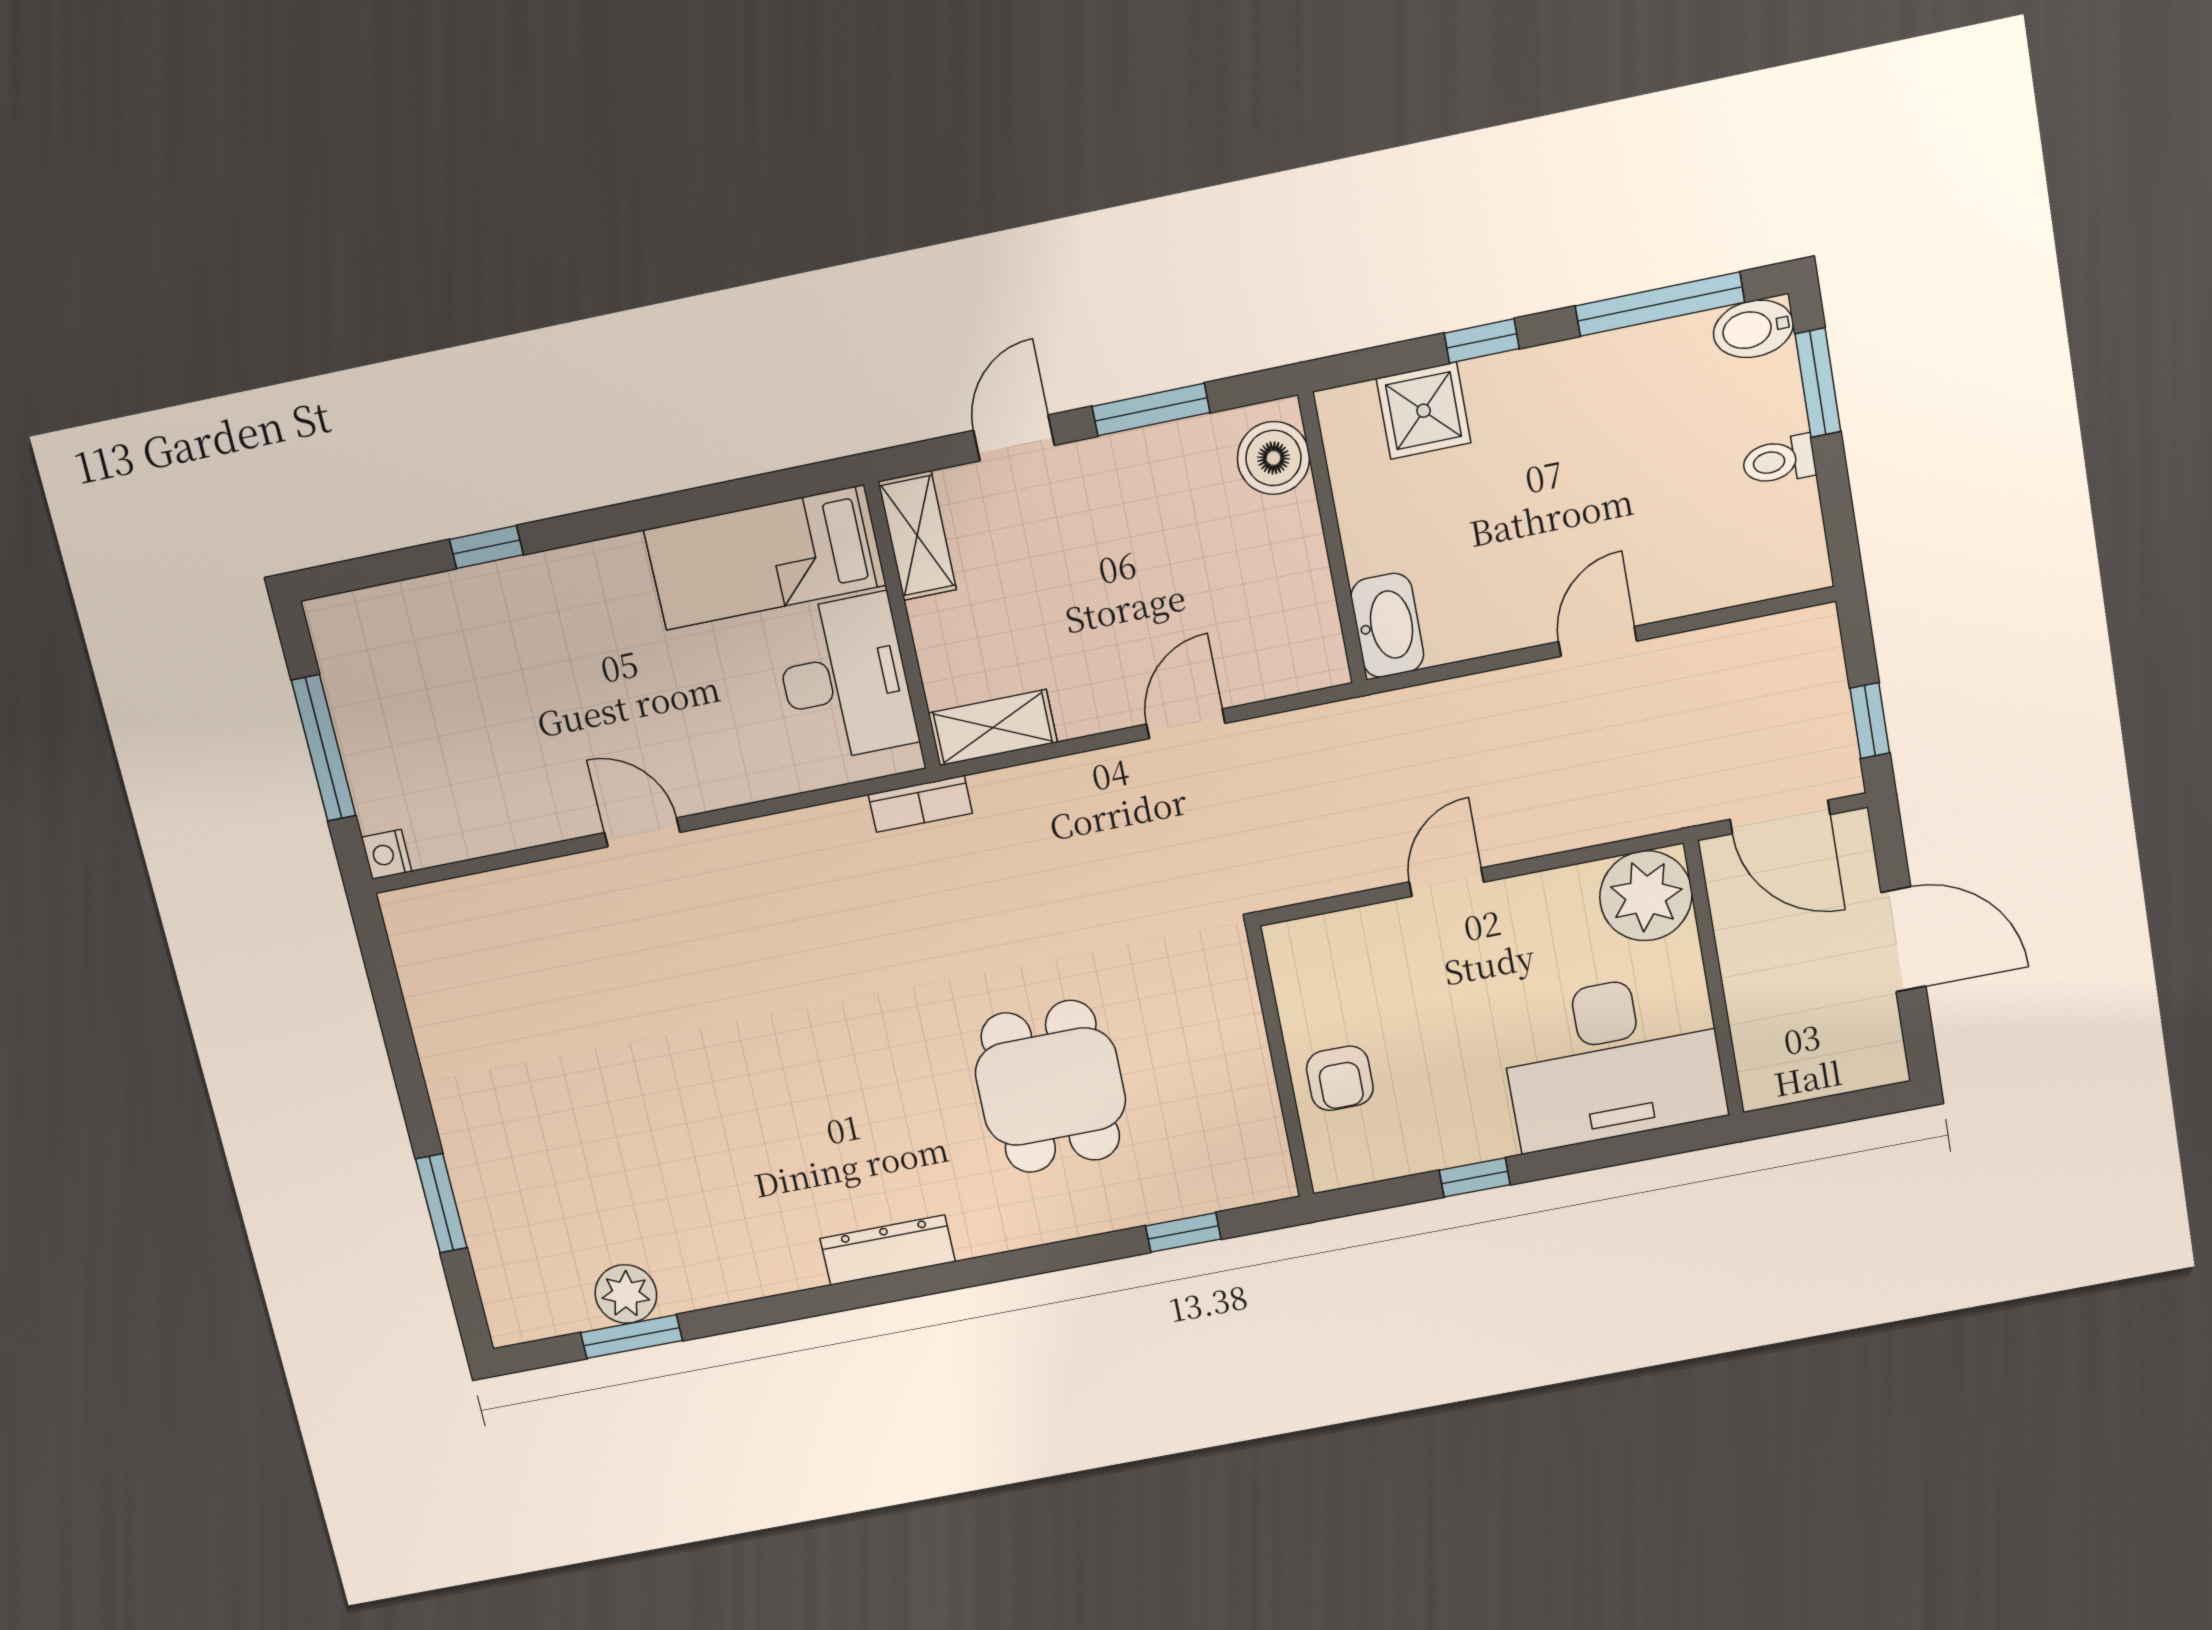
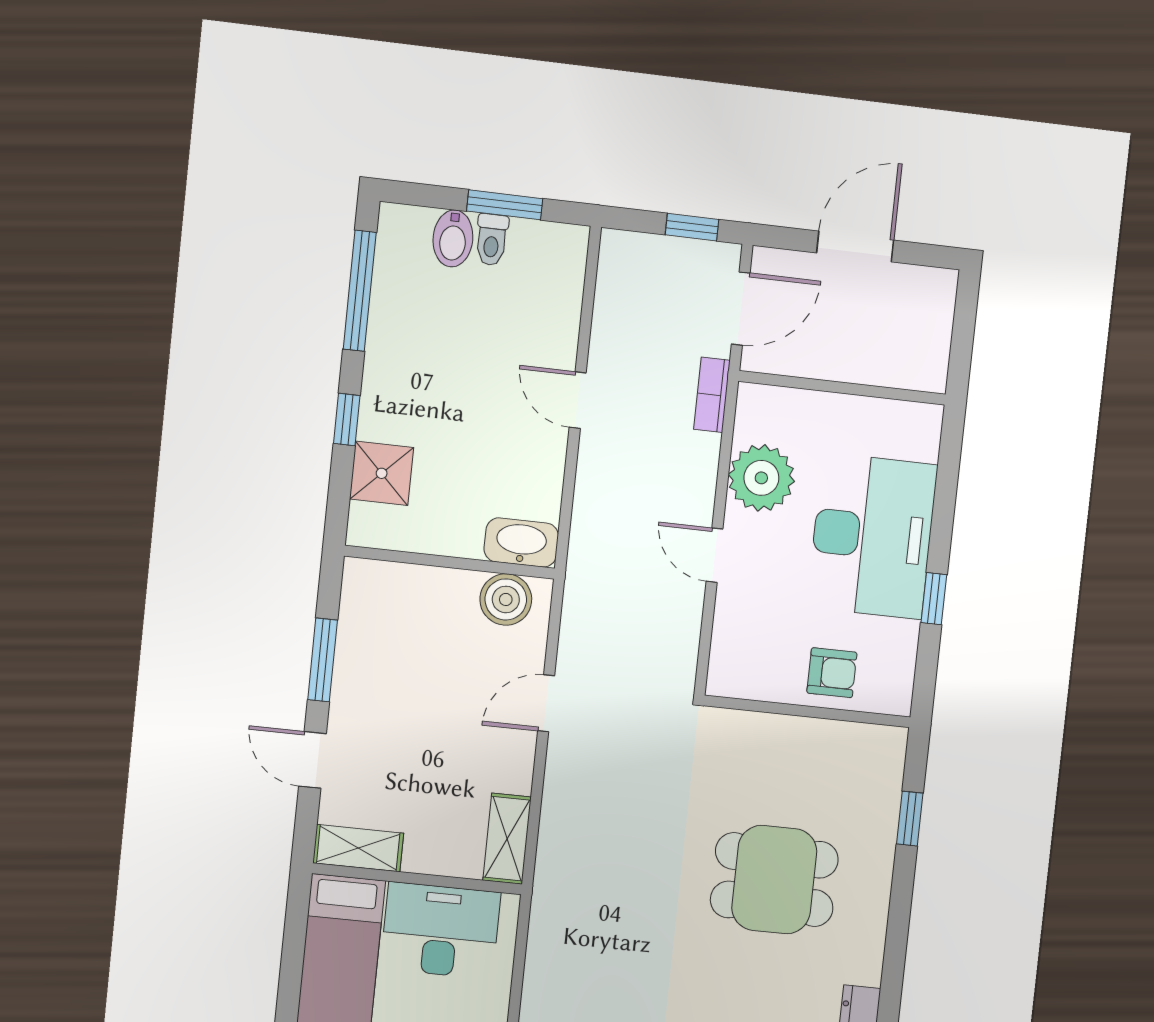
bidet: (1753, 329) -> (453, 238), moved
window: (1818, 383) -> (505, 205), moved
boiler: (1273, 458) -> (506, 599), moved
door: (1186, 724) -> (546, 703), hinge flipped
bookcase: (920, 804) -> (712, 395), moved, turned 180
plant: (1646, 896) -> (761, 478), moved
desk: (1612, 1060) -> (872, 536), moved

